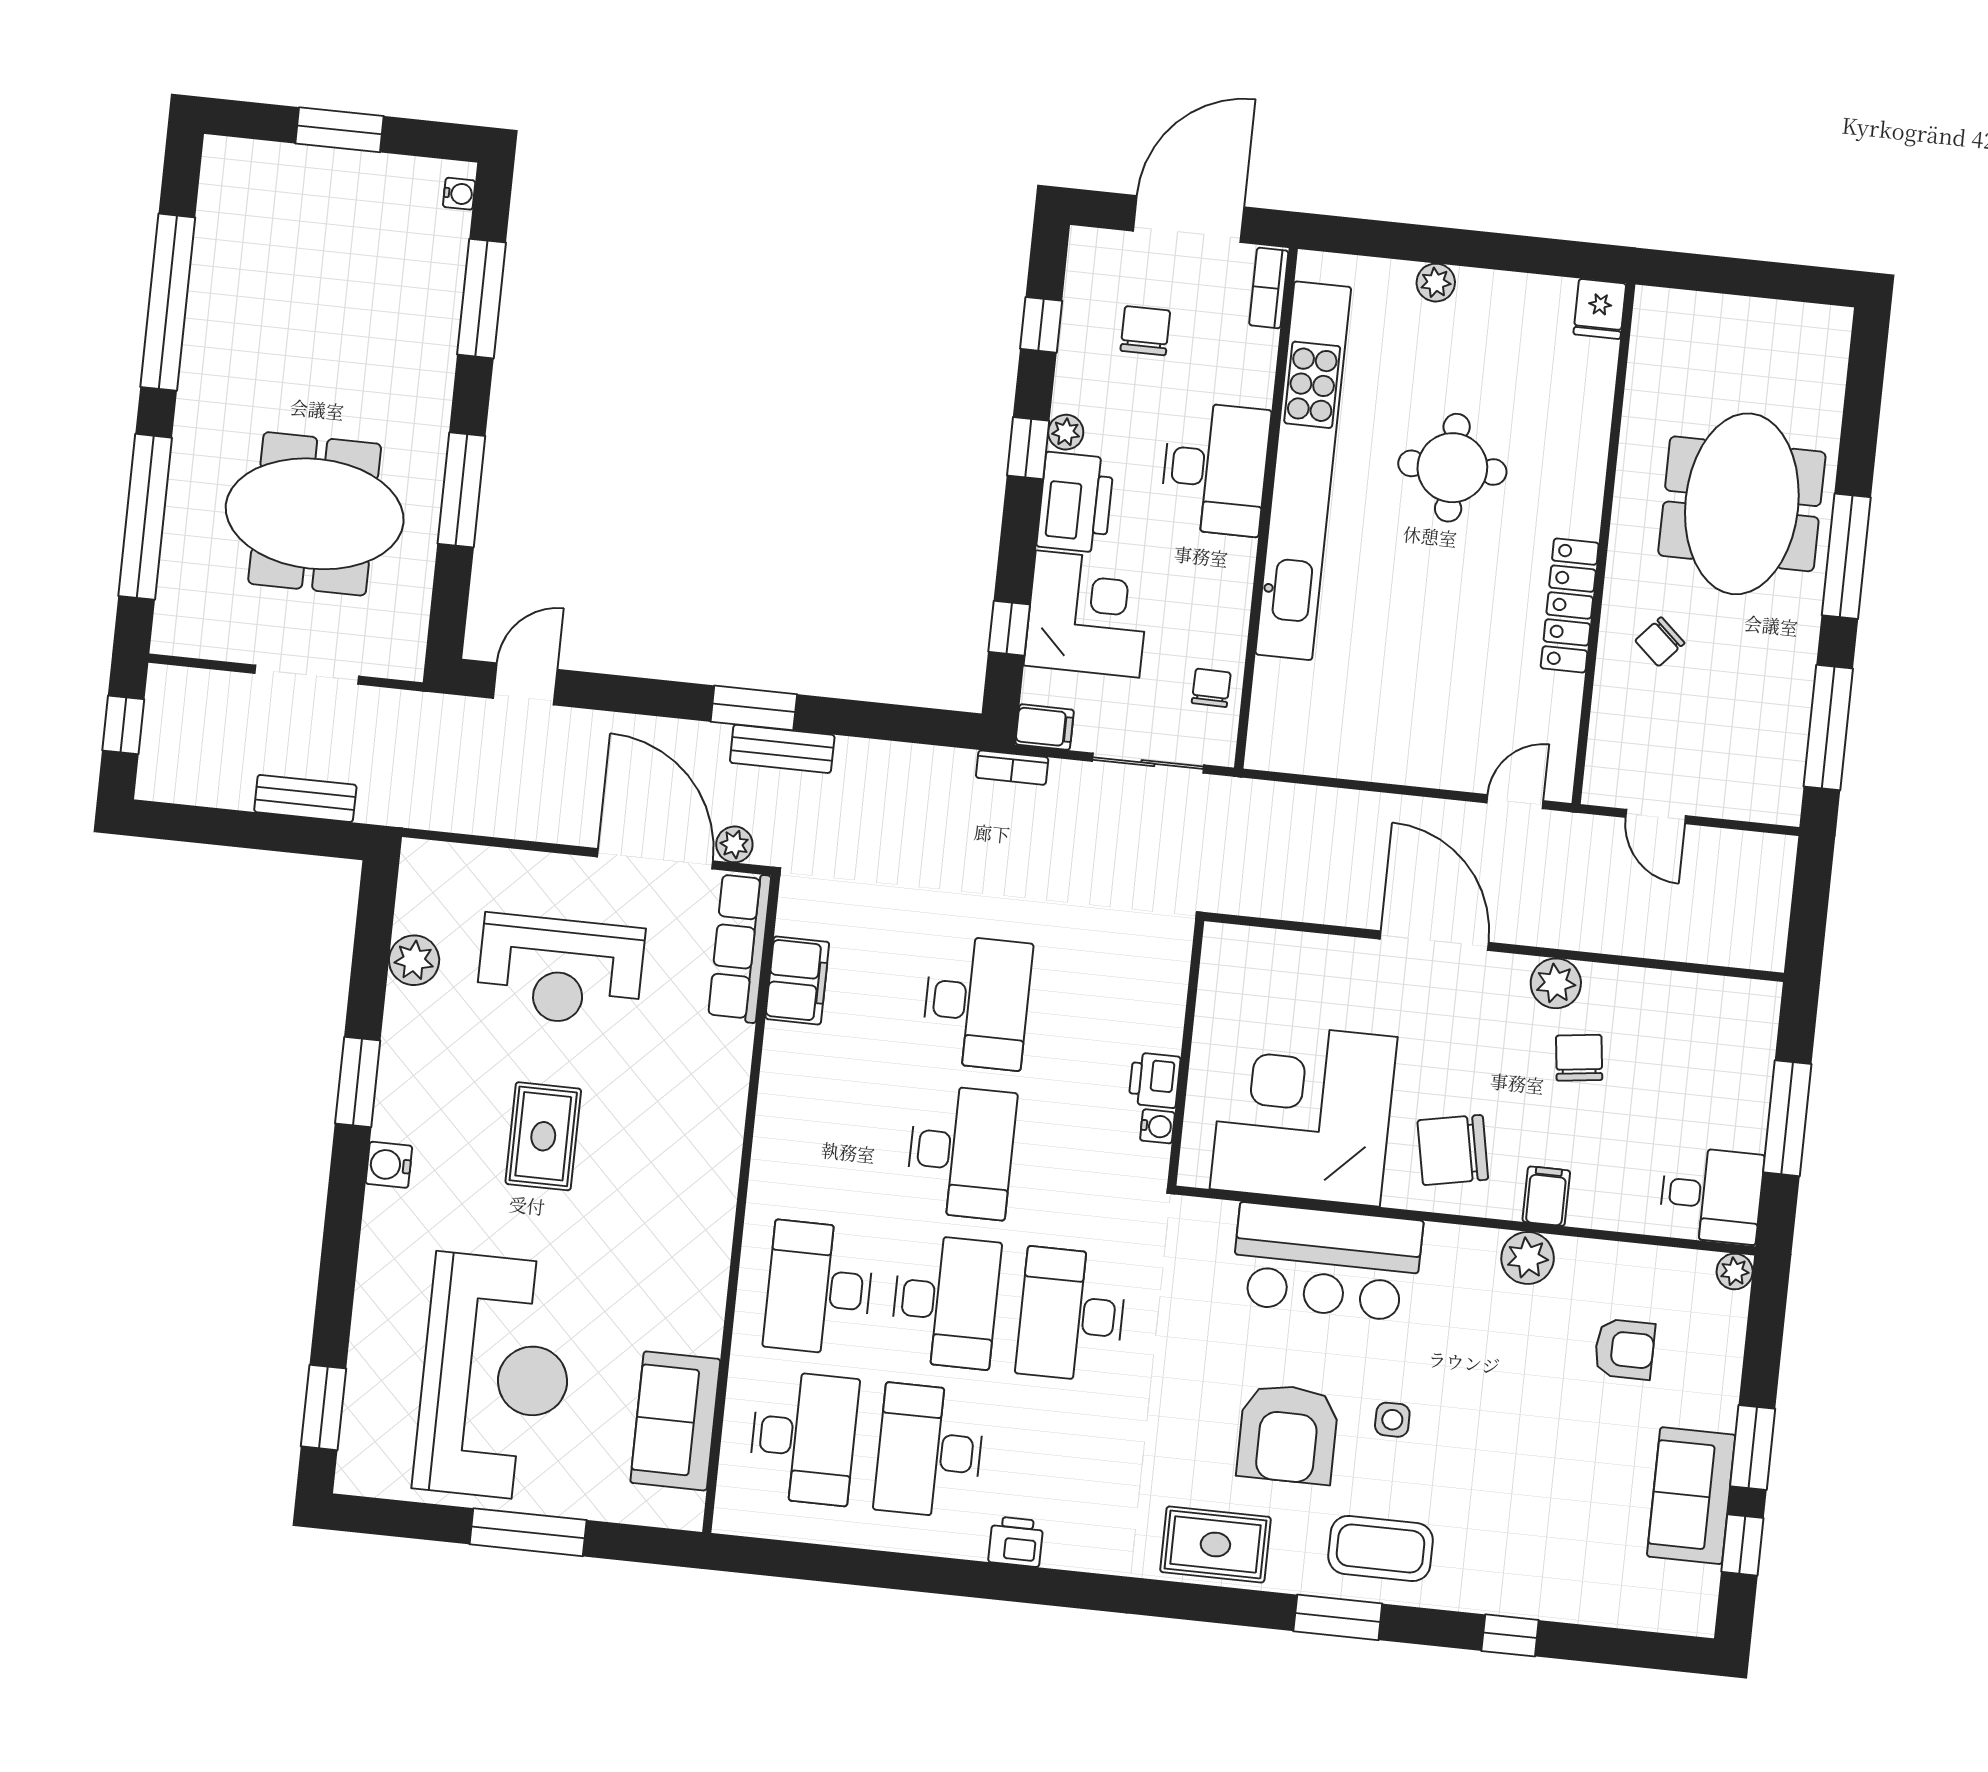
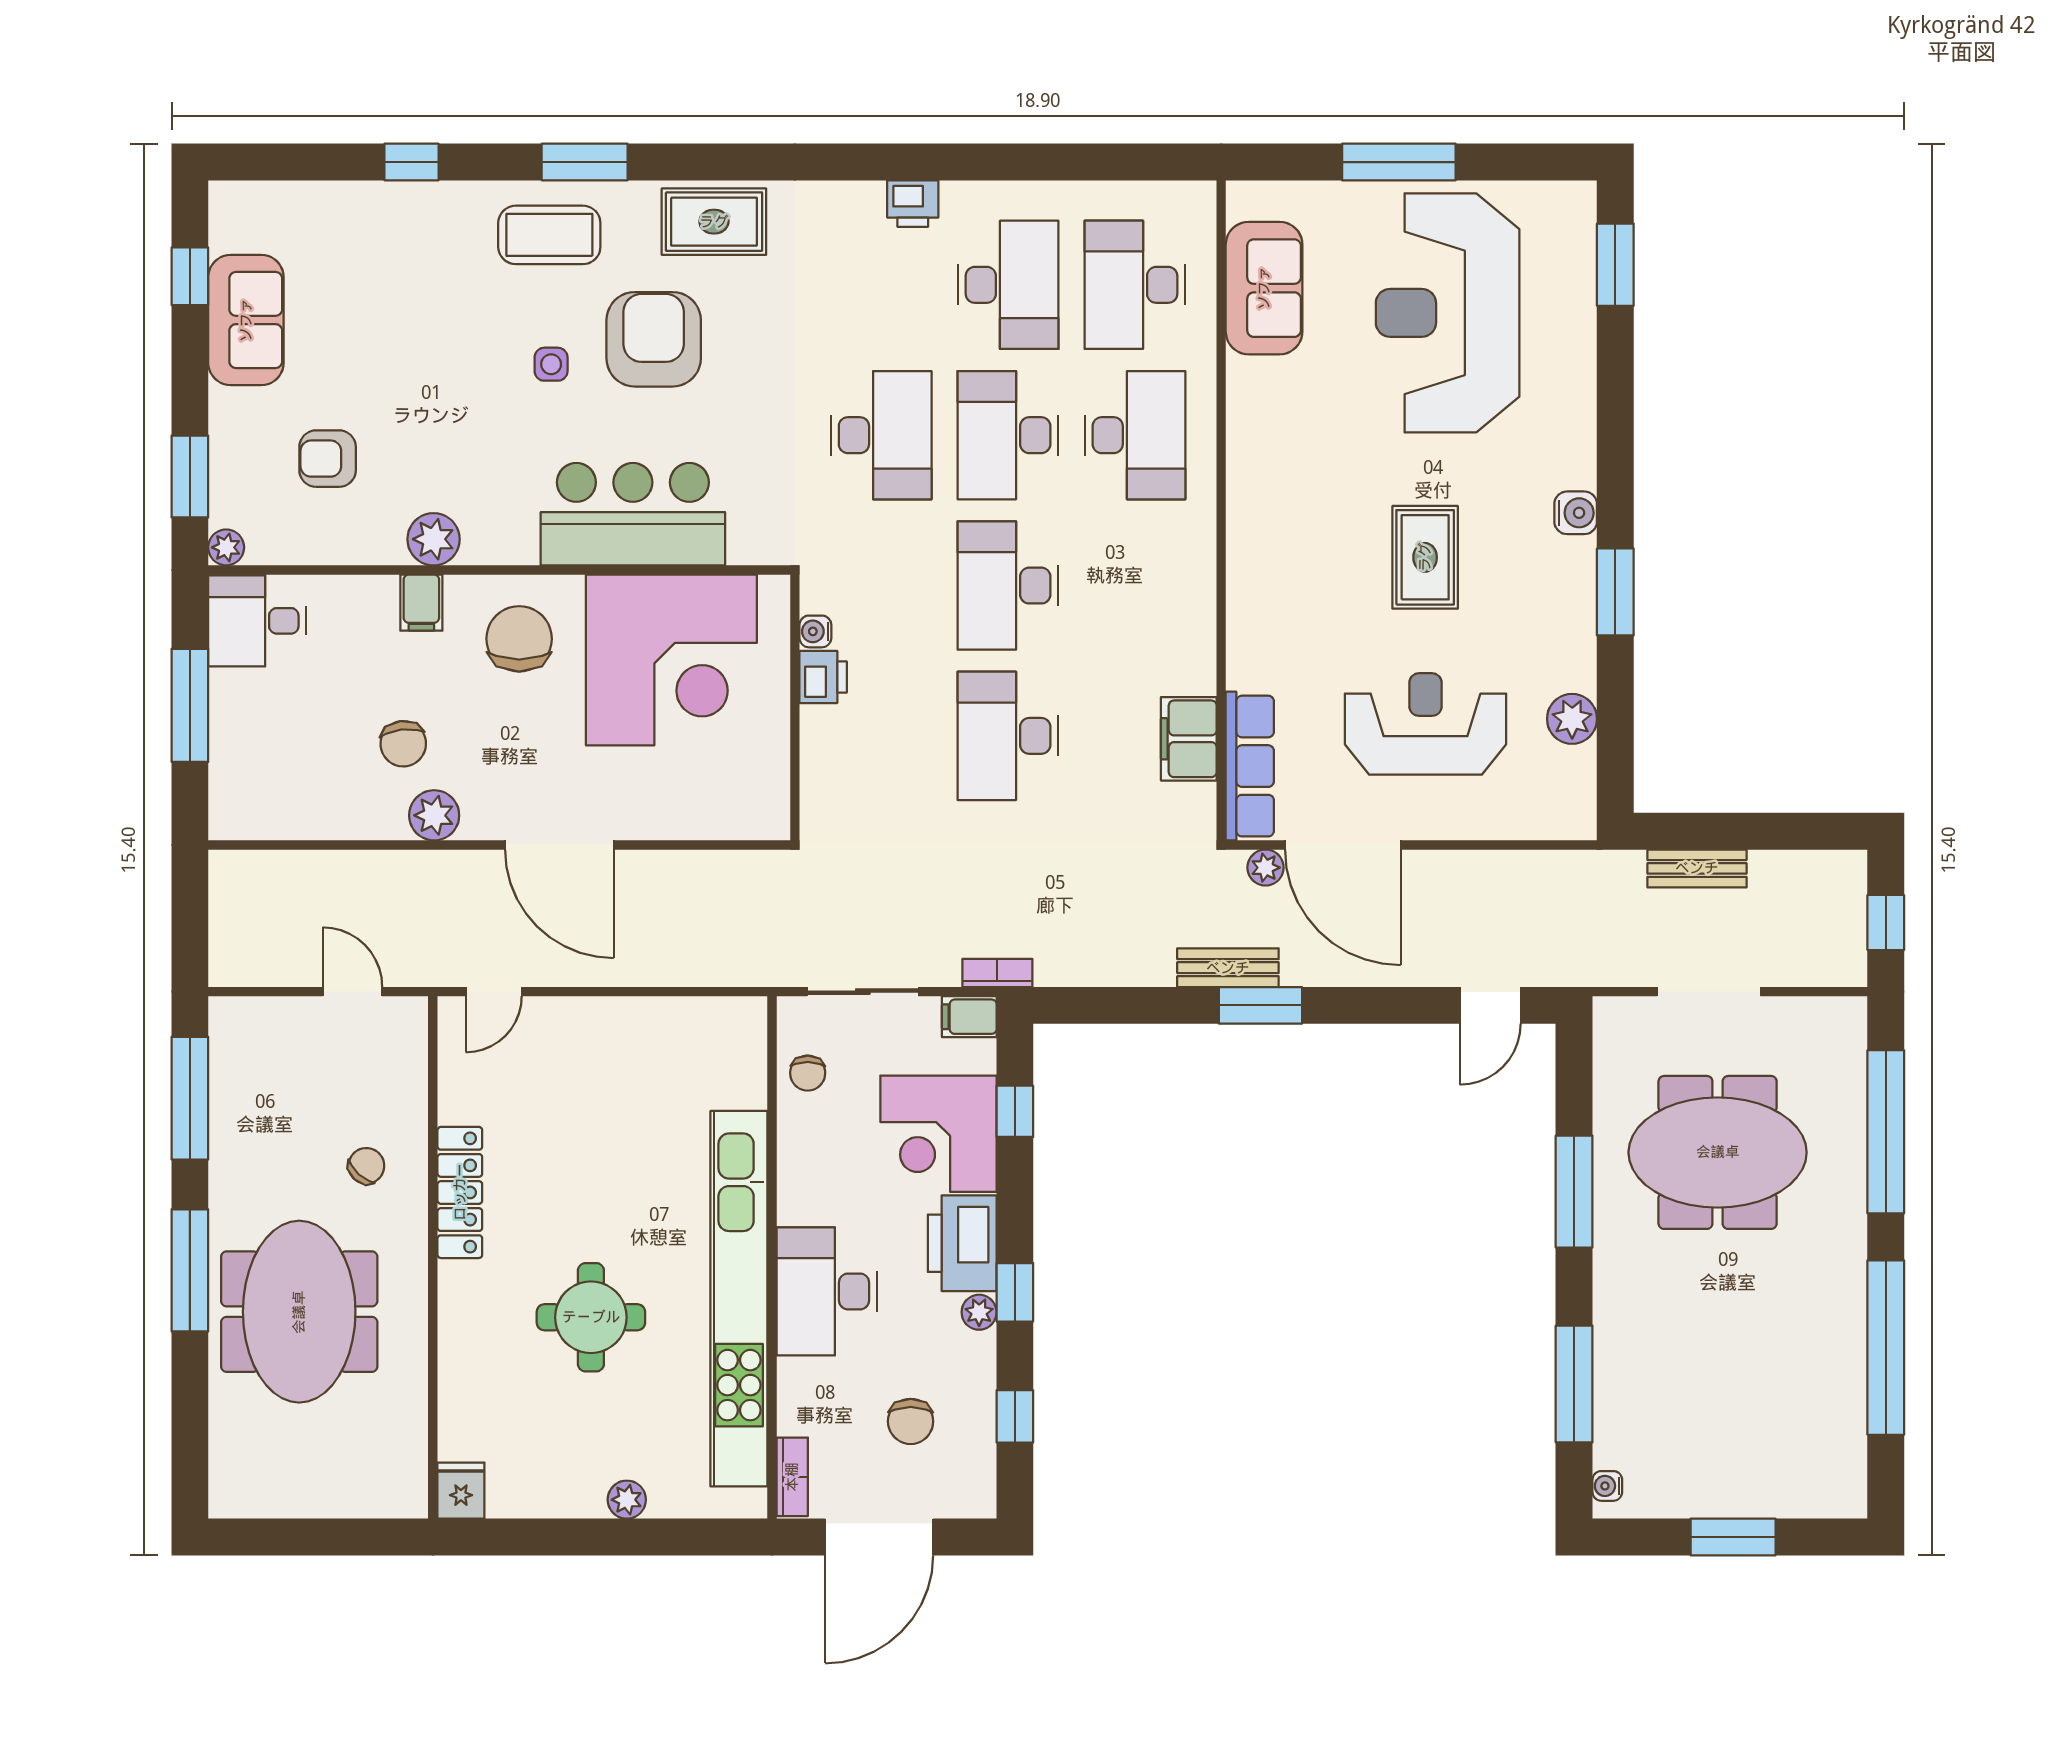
chair: (1453, 1150) -> (519, 639), turned -79
window: (1753, 1447) -> (190, 477), moved

